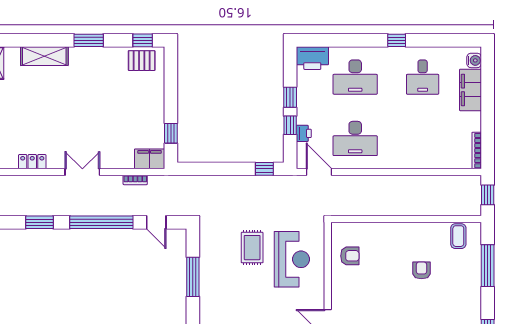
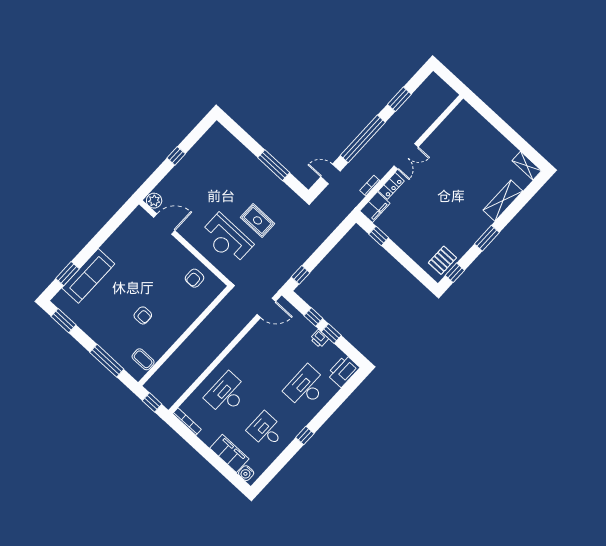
printer: (304, 133) -> (319, 339), moved
desk: (355, 138) -> (227, 394), moved
locker: (32, 162) -> (391, 186), moved

